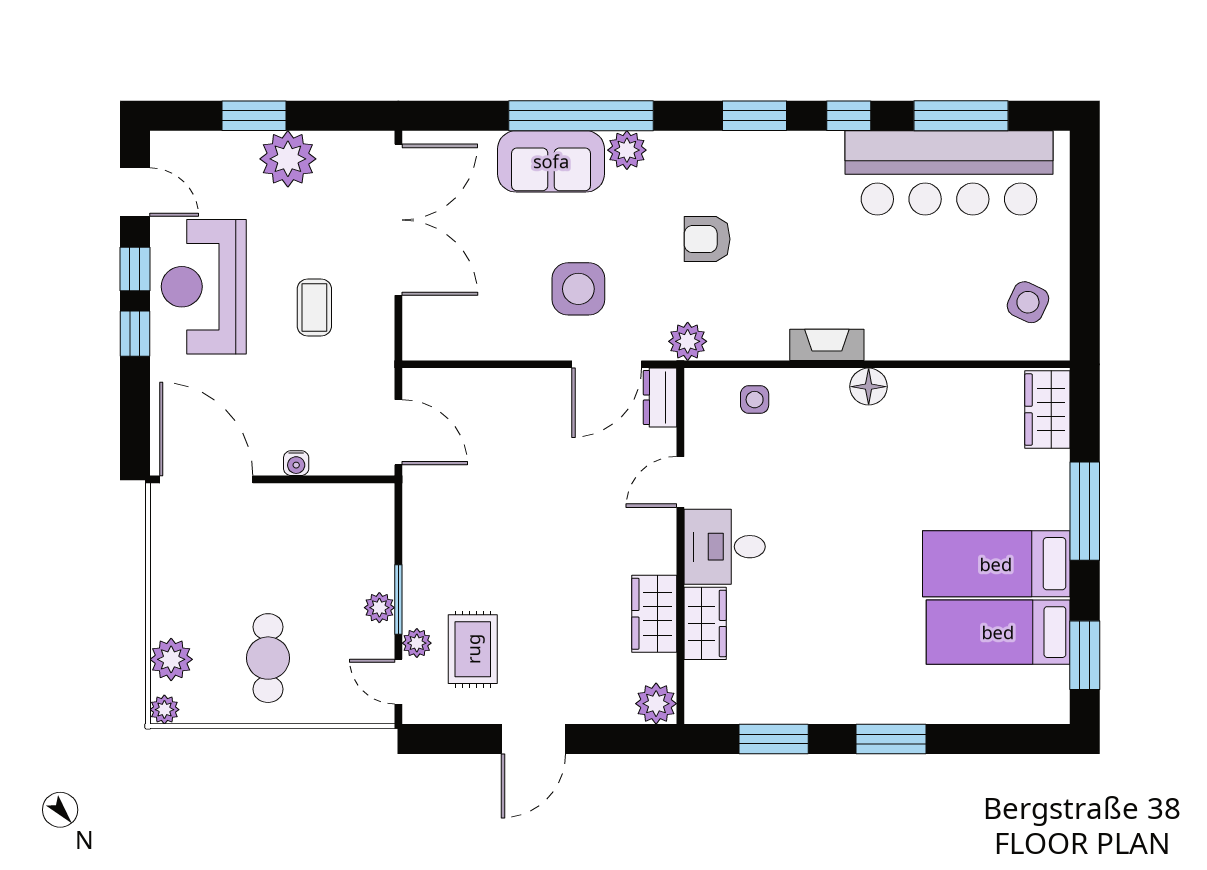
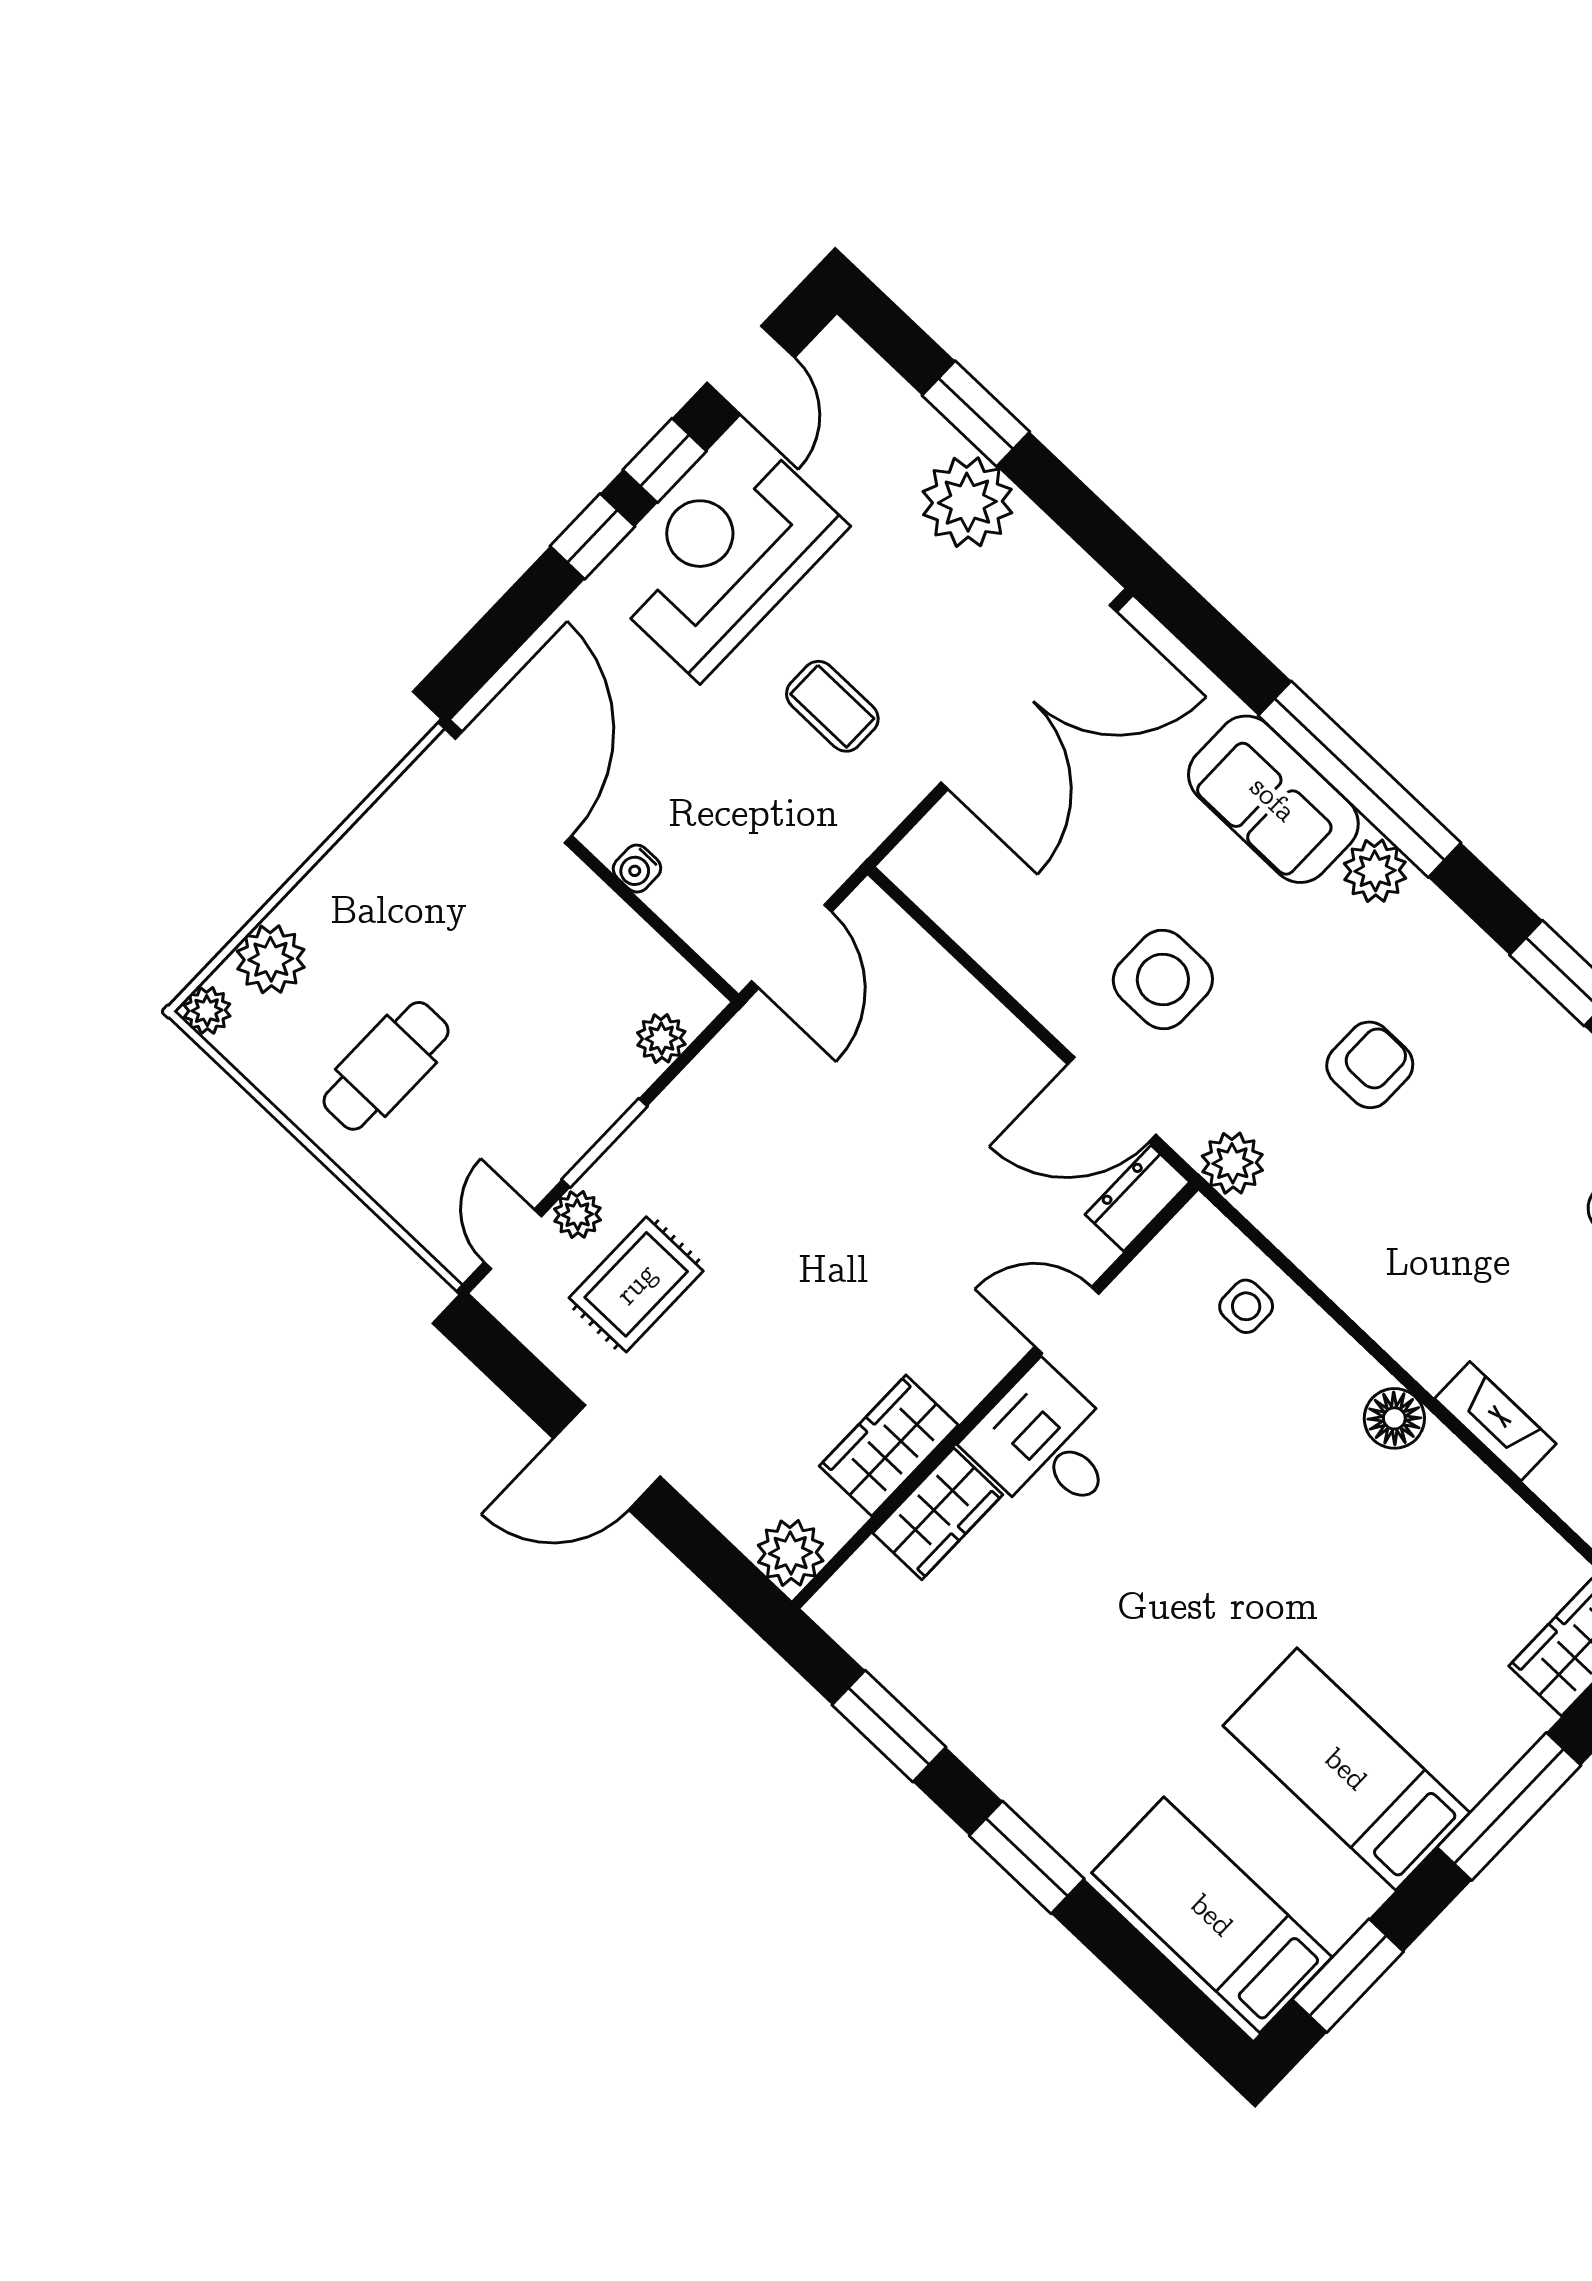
armchair: (707, 239) -> (1370, 1065), turned 90
coffee table: (314, 307) -> (832, 706), turned 90
fireplace: (827, 345) -> (1495, 1421), moved
plant: (379, 608) -> (661, 1038), moved
bed: (998, 632) -> (1212, 1915), moved

